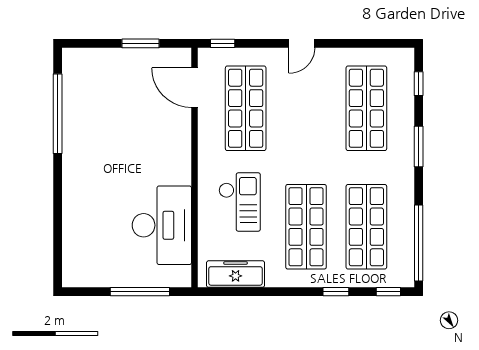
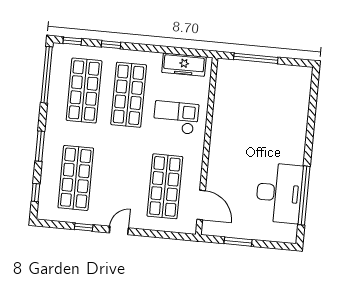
window: (223, 43) -> (84, 227), moved
checkout: (240, 202) -> (176, 118), turned 90
desk: (162, 225) -> (279, 193), moved, turned 180

